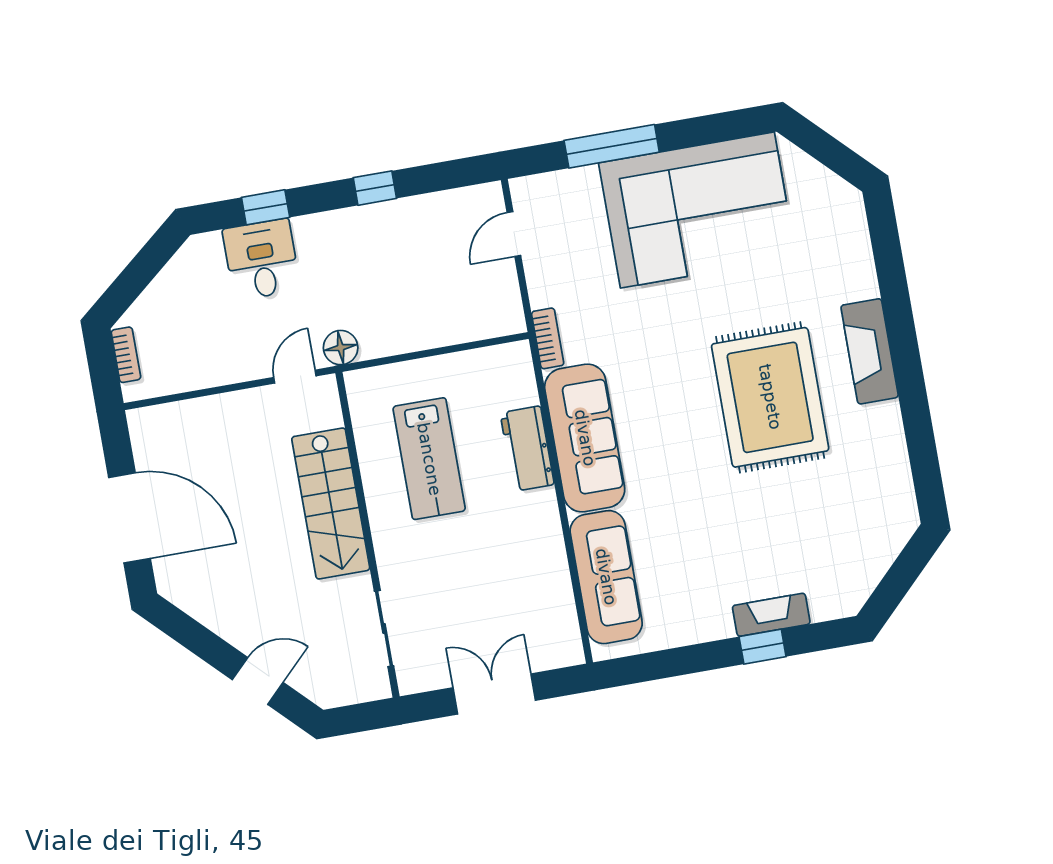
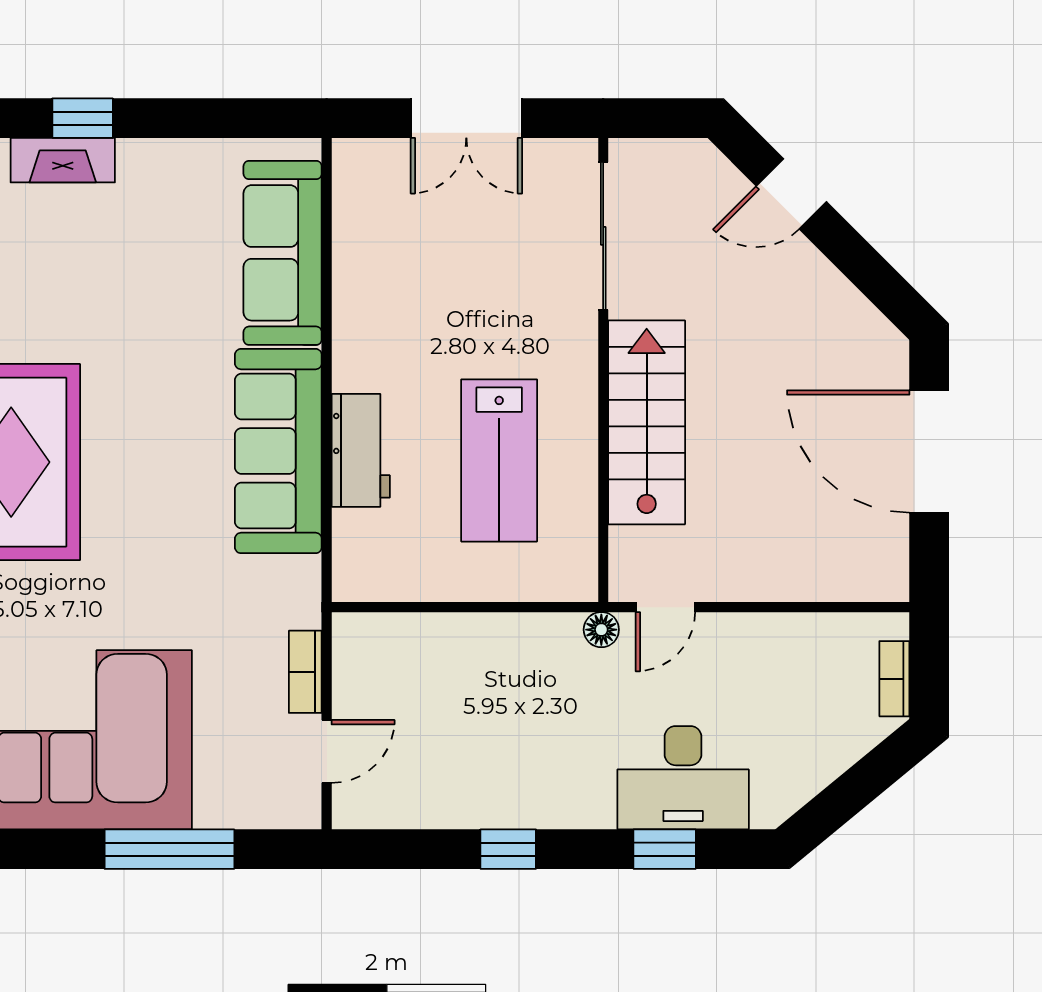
desk: (261, 260) -> (683, 778), width x1.37
bookcase: (548, 338) -> (305, 672), moved
floor lamp: (341, 348) -> (601, 630), width x0.73, depth x0.73
lab bench: (429, 459) -> (499, 460), turned 180
sliding door: (384, 628) -> (603, 236), width x1.37

